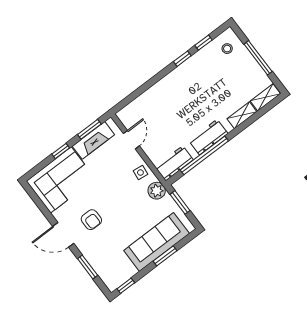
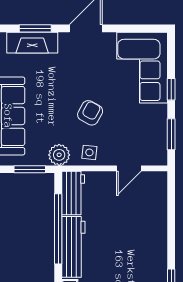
workbench: (208, 137) -> (73, 247), width x1.38
fireplace: (93, 140) -> (32, 43), moved, turned -90
door: (131, 140) -> (129, 168), hinge flipped
armchair: (91, 220) -> (90, 113), moved, turned 119

